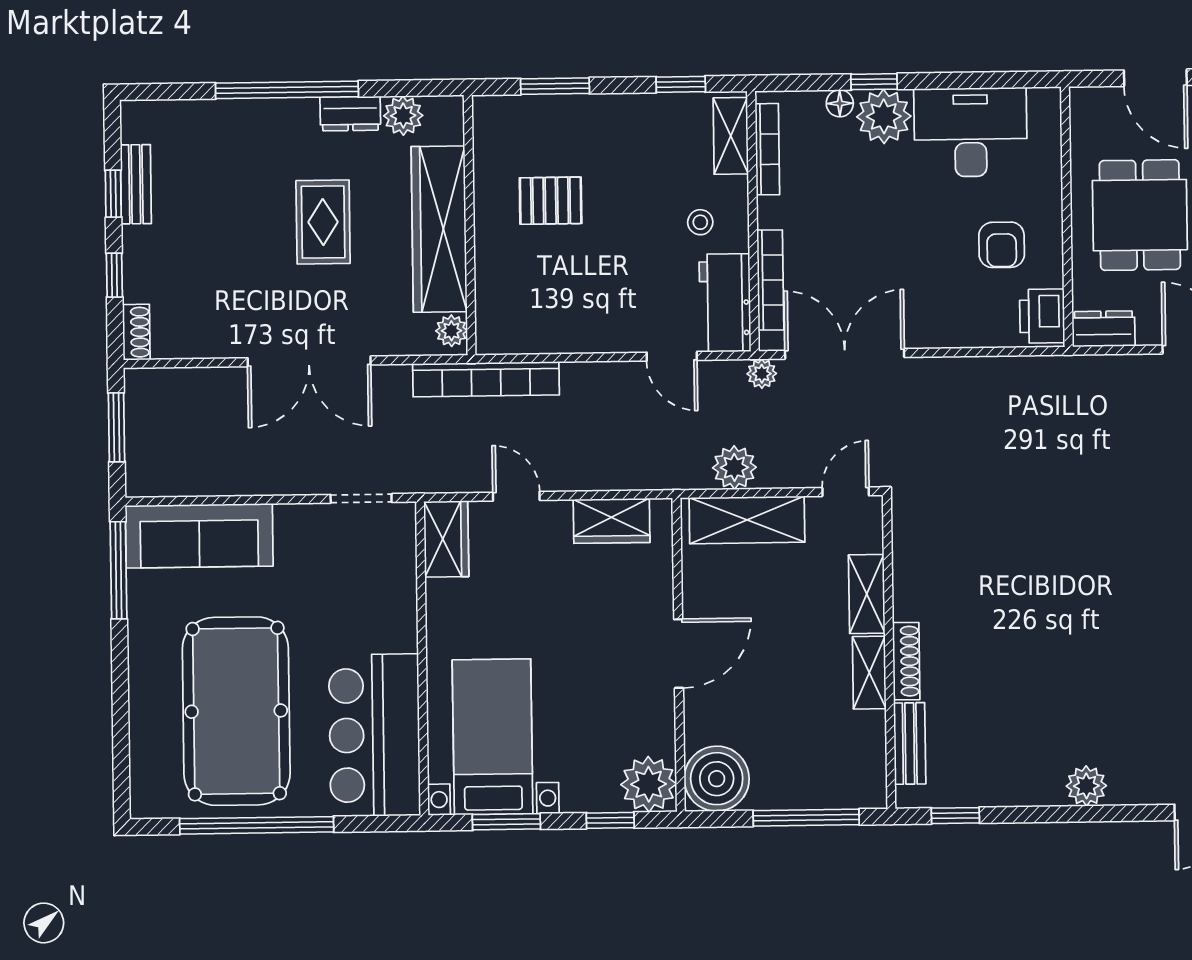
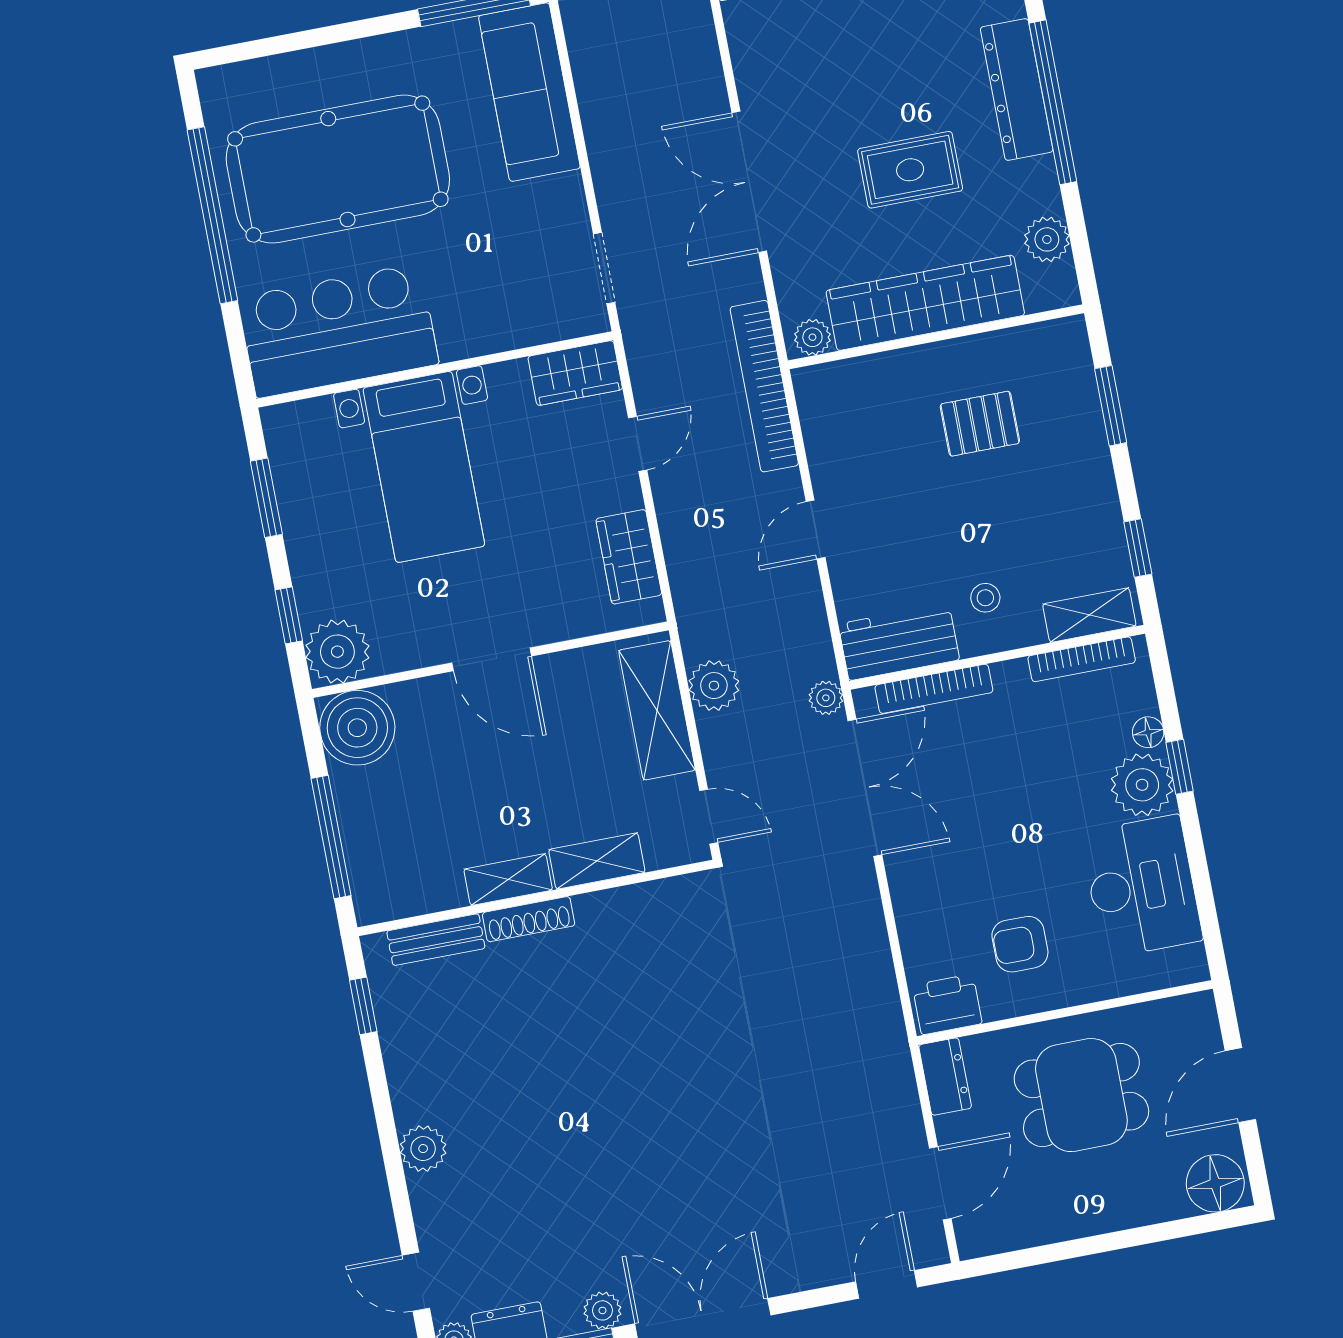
dresser: (350, 114) -> (1017, 90), moved, width x1.96, depth x1.24
pallet: (551, 201) -> (980, 424), turned 90
door: (672, 356) -> (816, 530), moved
bed with nightstands: (493, 737) -> (424, 467), moved, turned 90

